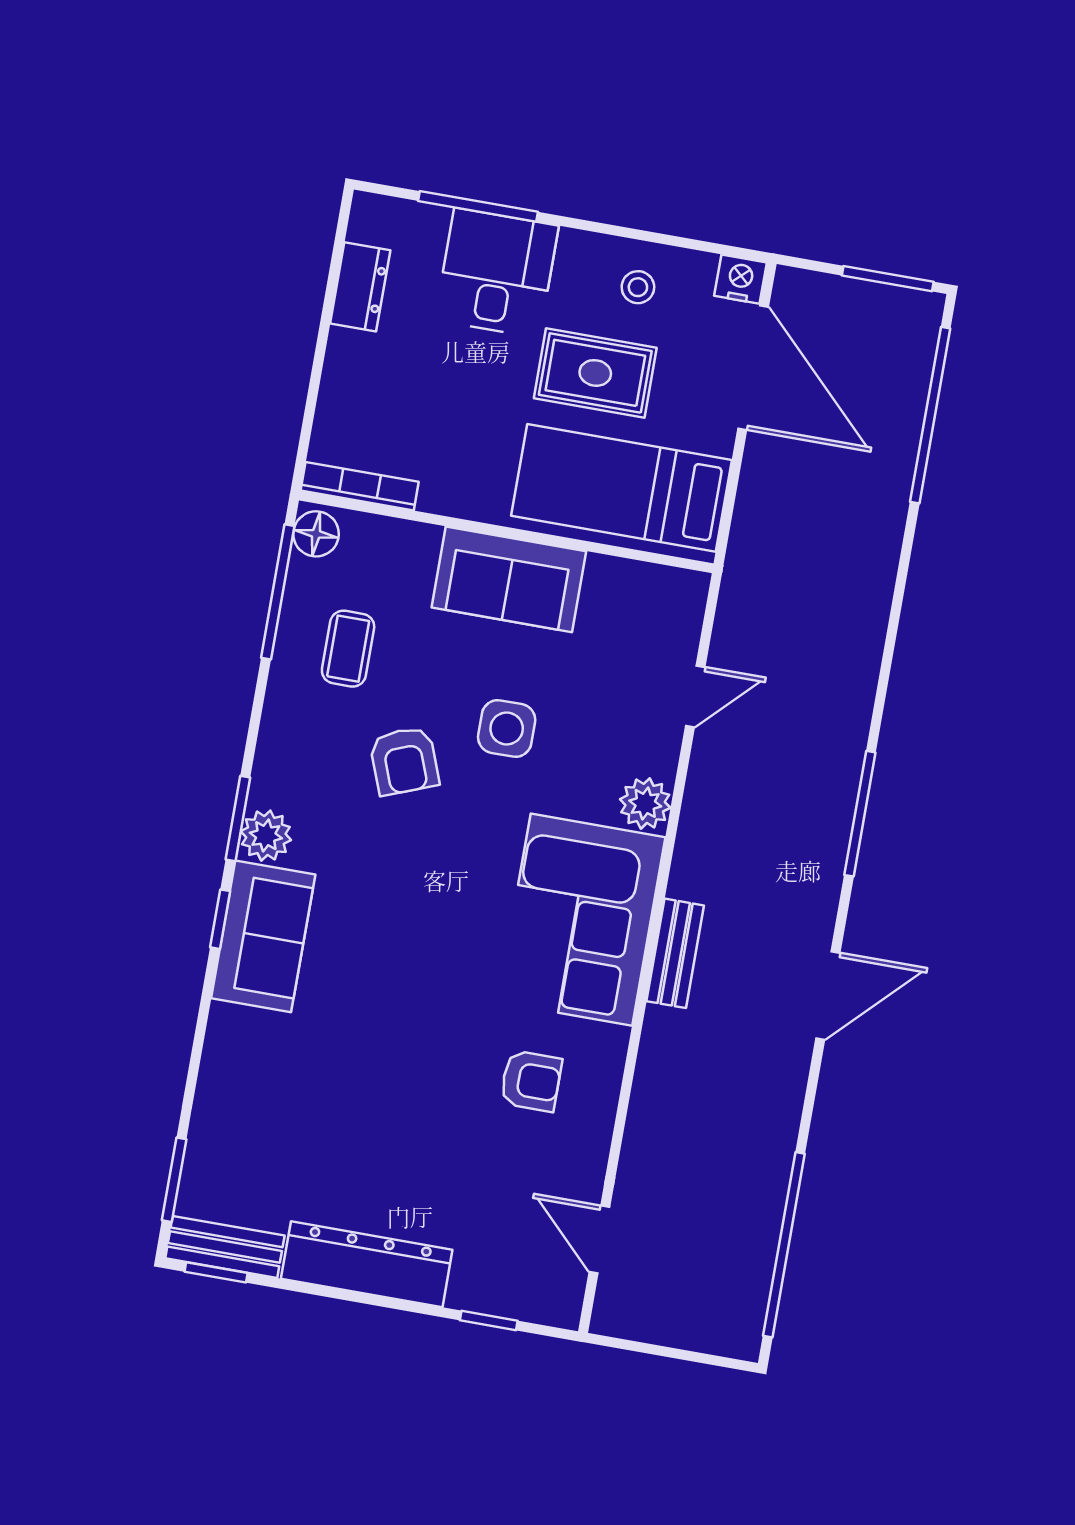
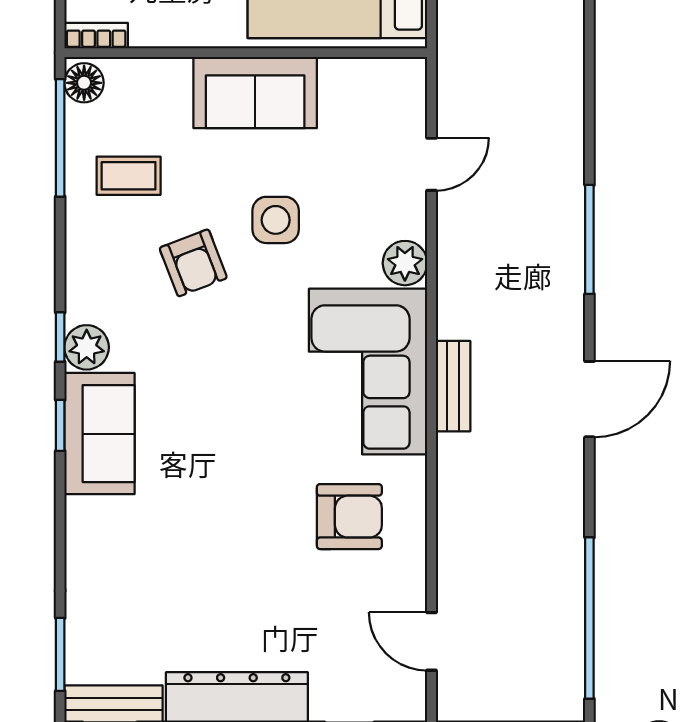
bookcase: (360, 486) -> (96, 36), width x0.64
coffee table: (348, 649) -> (129, 176), turned 90
window: (238, 819) -> (60, 337), width x0.67
armchair: (531, 1081) -> (349, 517), width x1.38, depth x1.38

